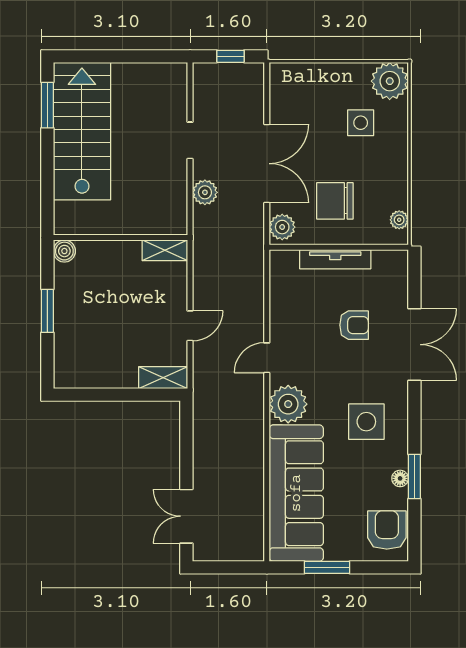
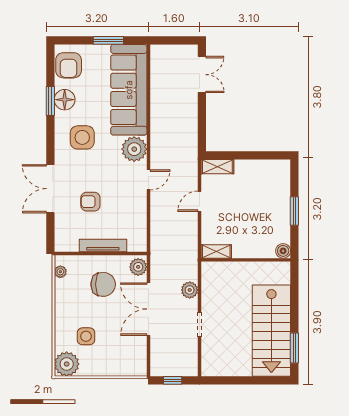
floor lamp: (400, 478) -> (65, 100), width x1.89, depth x1.89

